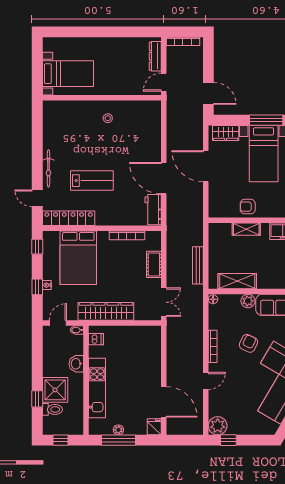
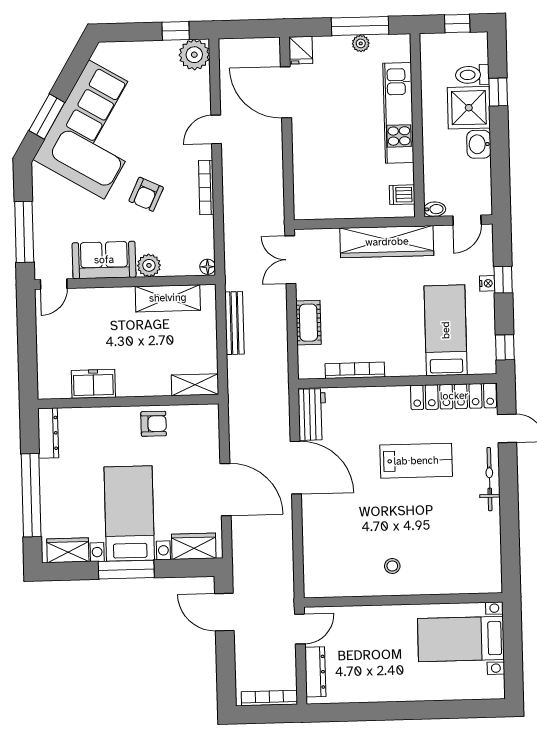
lab bench: (92, 181) -> (416, 461), turned 180
shelving: (246, 229) -> (195, 385), moved
bed: (78, 258) -> (446, 330), width x0.67
washbasin: (76, 364) -> (479, 144), moved, turned 180

